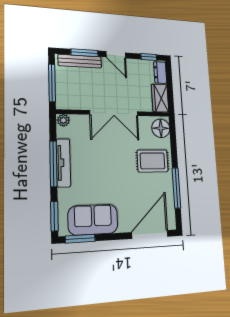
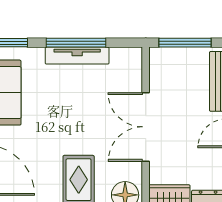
plant: (63, 120) -> (134, 57), removed

